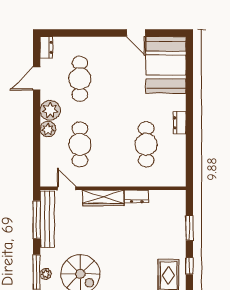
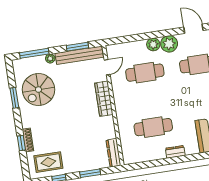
dresser: (137, 196) -> (113, 153), moved, width x1.44
window: (37, 220) -> (77, 47), width x0.69
plant: (46, 274) -> (50, 58), moved

